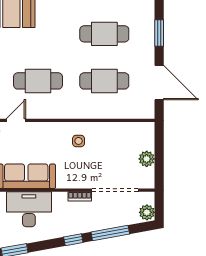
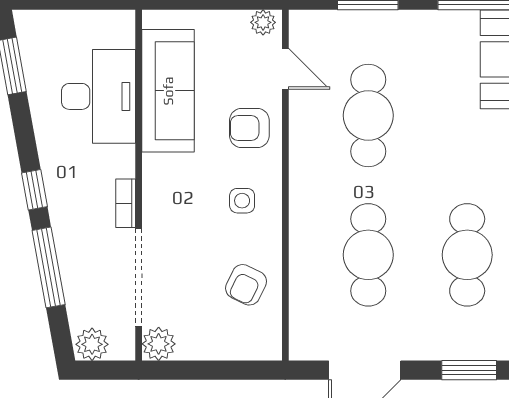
armchair: (44, 138) -> (249, 128), added
armchair: (119, 139) -> (246, 285), added
plant: (147, 159) -> (159, 344), moved

